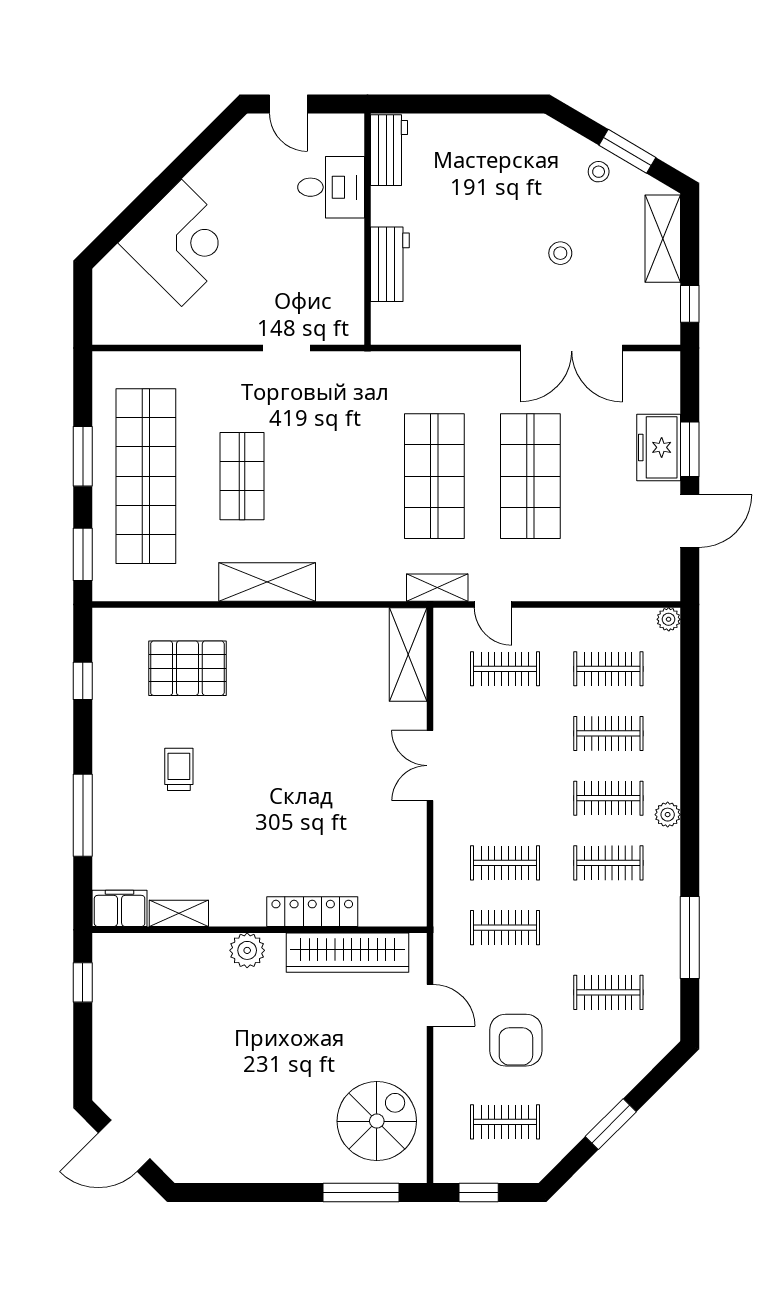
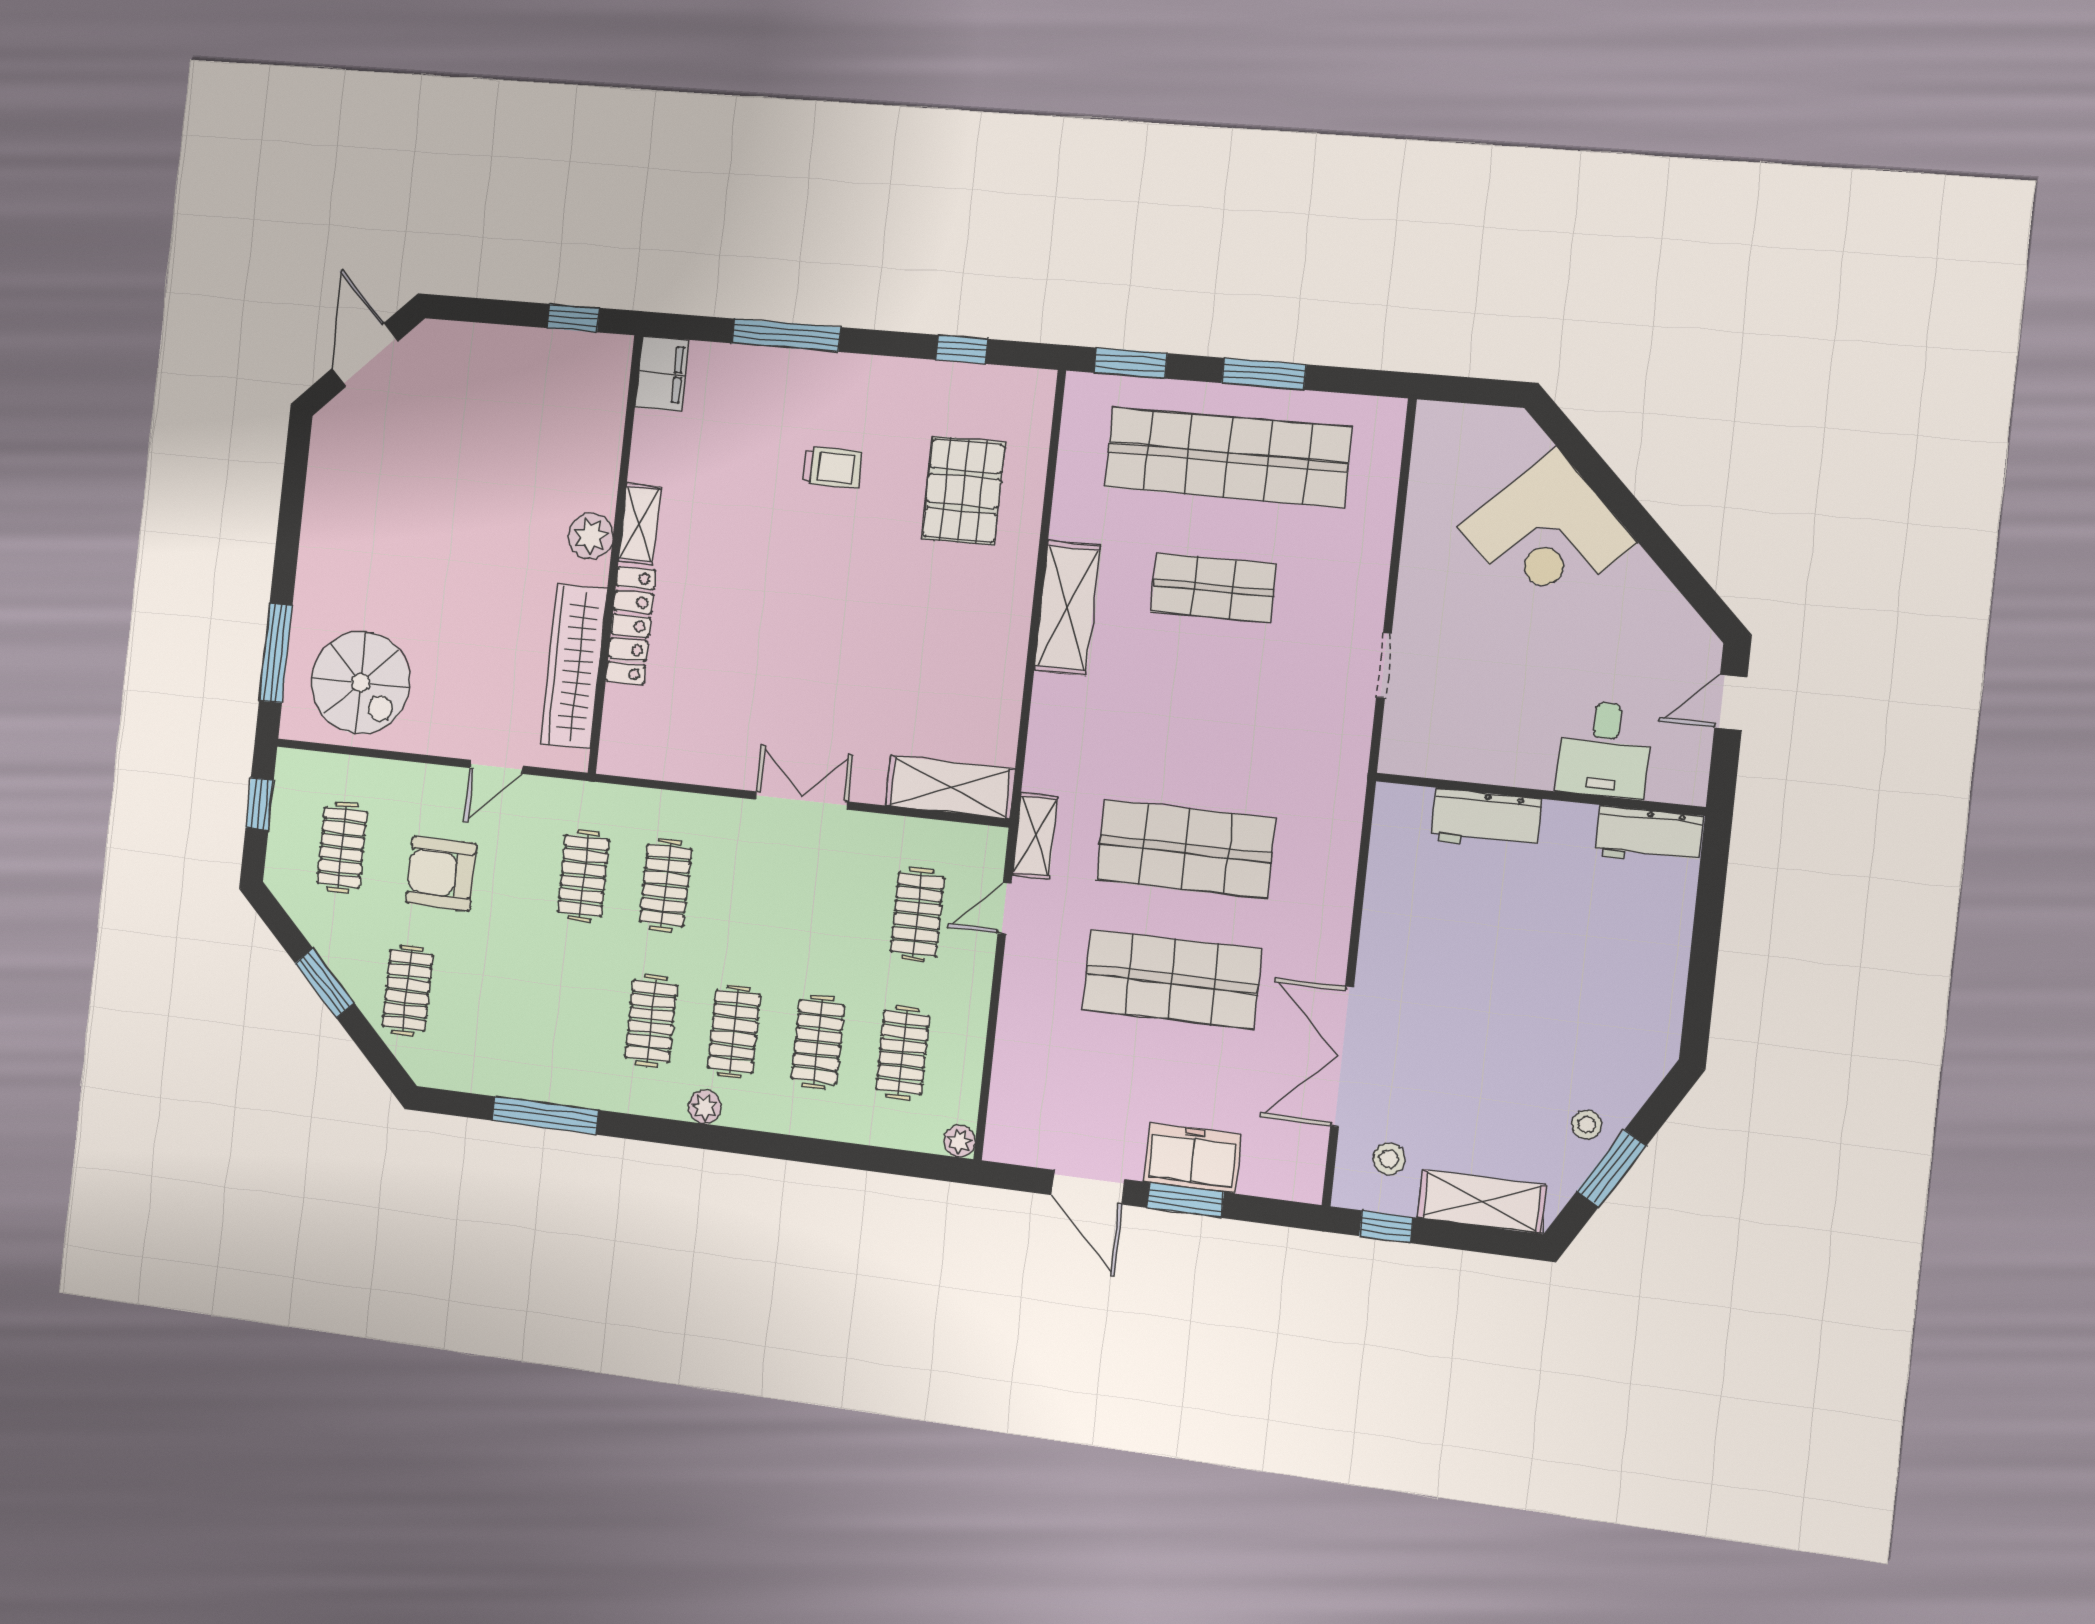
stool: (560, 253) -> (1389, 1159), moved
shelving: (179, 913) -> (639, 524), moved
clothes rail: (608, 992) -> (407, 991), moved

